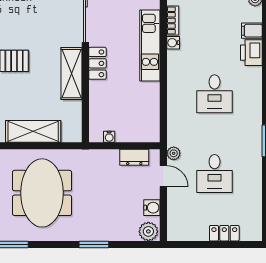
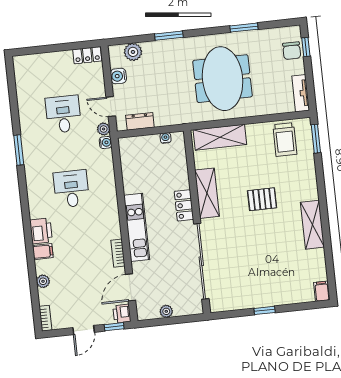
water cooler: (173, 43) -> (105, 142), moved
shelving: (33, 131) -> (220, 137), moved
plant: (148, 231) -> (133, 52), moved
locker: (224, 233) -> (87, 55), moved

